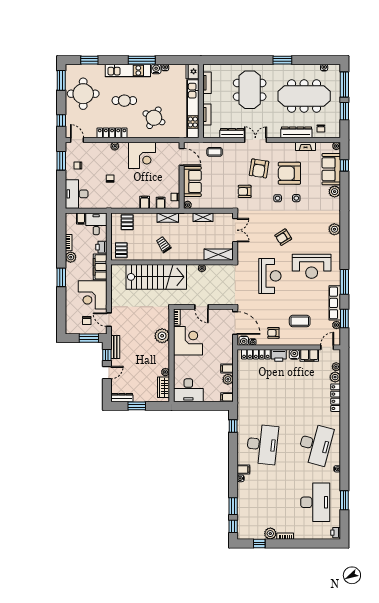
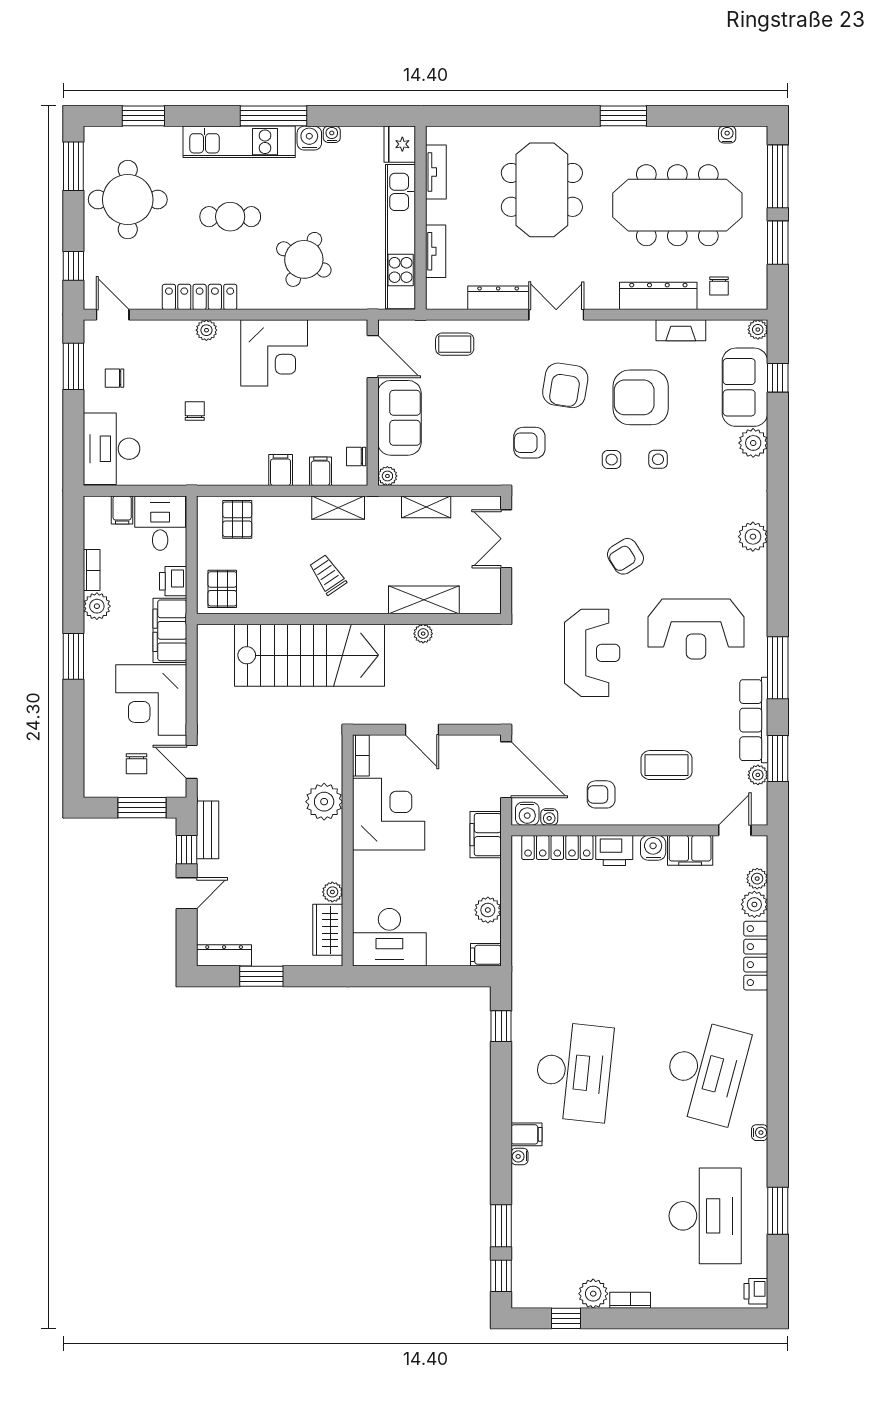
double door: (235, 230) -> (506, 539), swing flipped
shelving: (218, 255) -> (424, 600), moved
filing cabinet: (227, 369) -> (486, 835), moved, width x2.00

